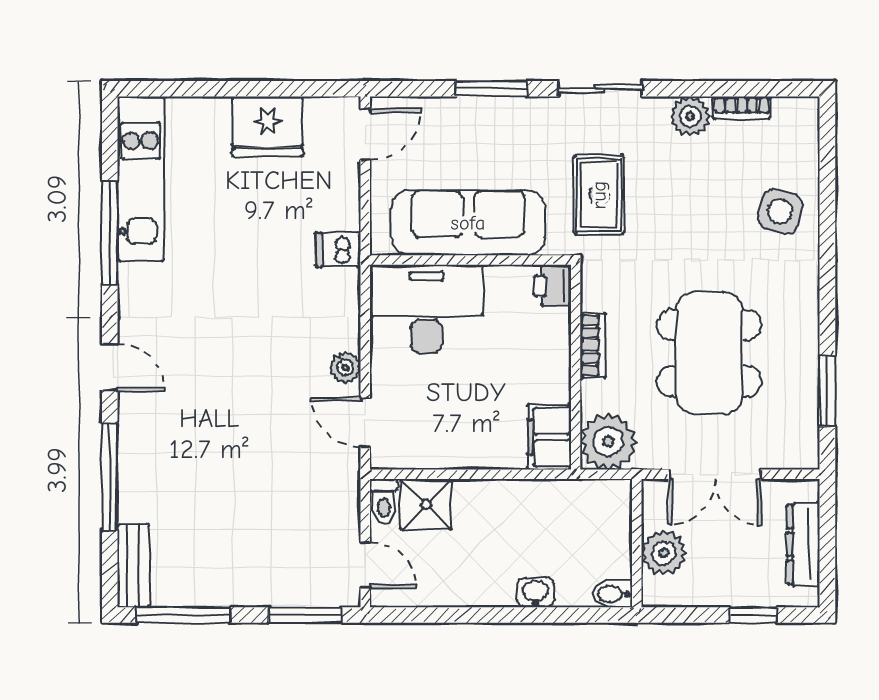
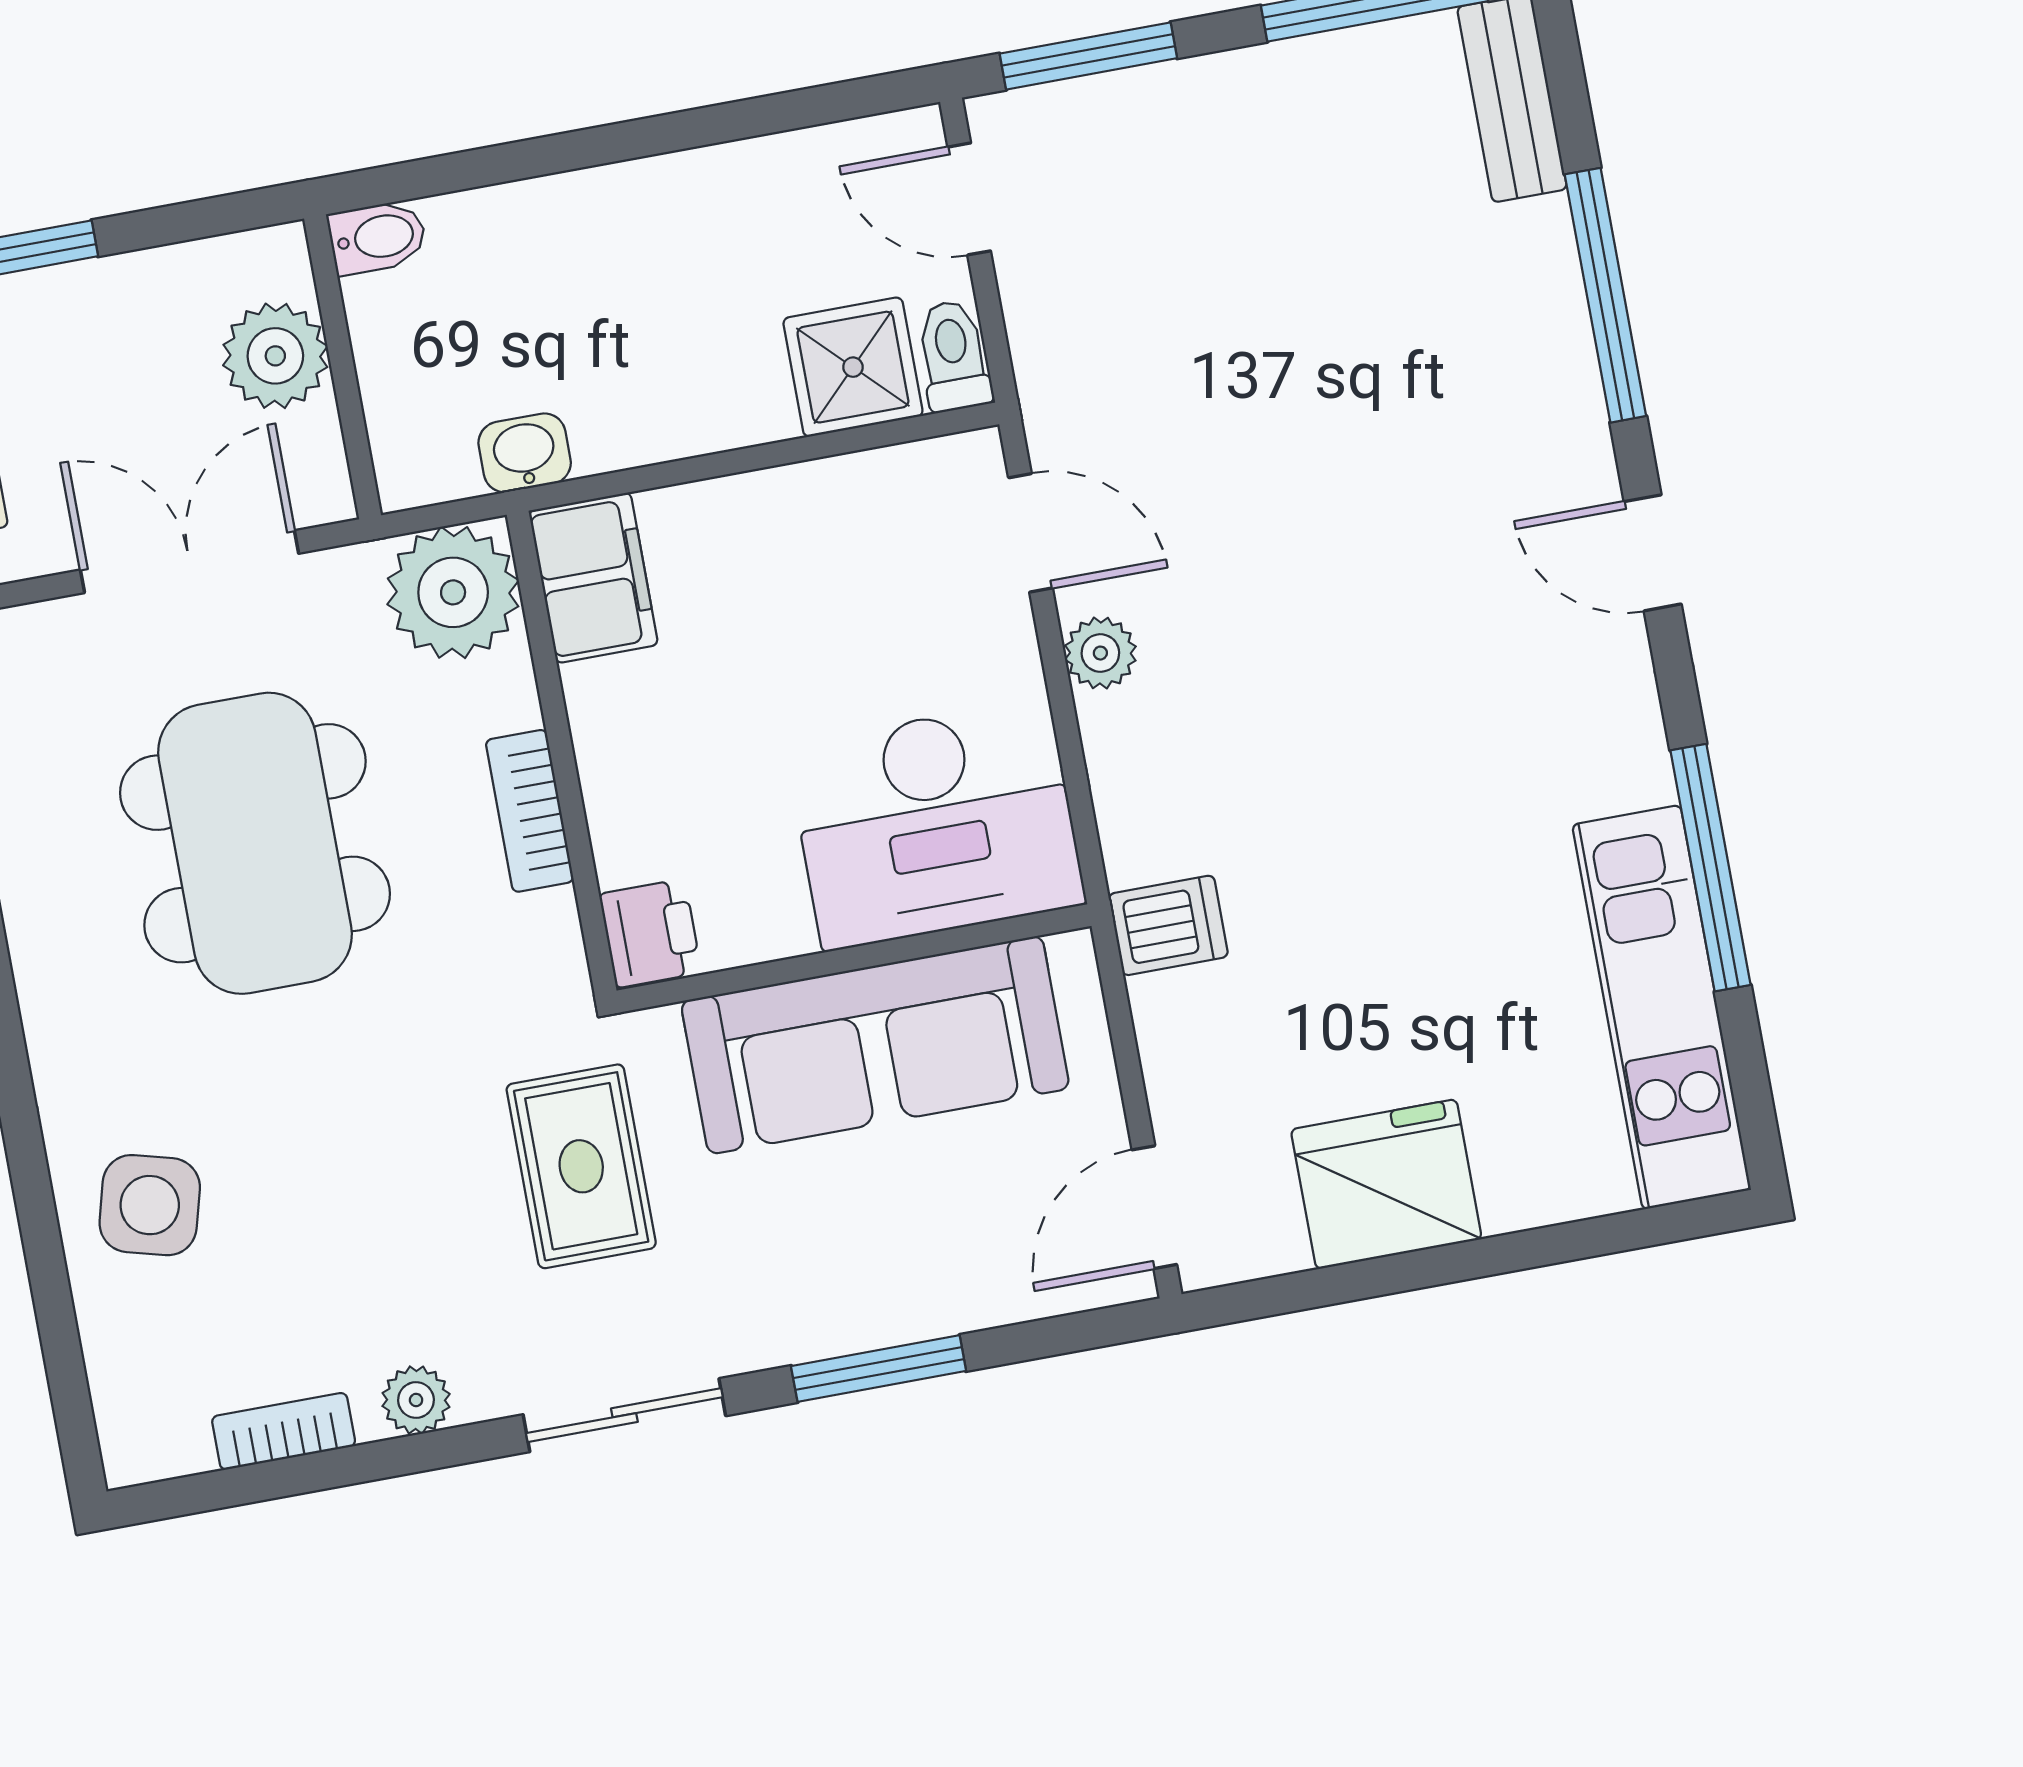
plant: (690, 116) -> (416, 1400), width x0.73, depth x0.73
washbasin: (535, 593) -> (525, 453), moved, turned 180

